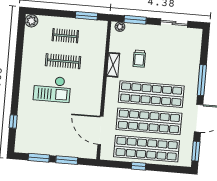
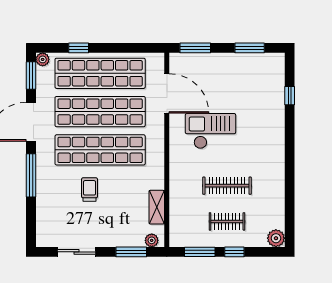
window: (62, 14) -> (234, 252), added
trolley: (139, 59) -> (90, 189), moved
shelving: (113, 65) -> (157, 207), moved
checkout: (52, 89) -> (210, 131), moved
window: (67, 160) -> (195, 48), moved
plant: (187, 162) -> (43, 59), added
window: (138, 166) -> (79, 48), moved

